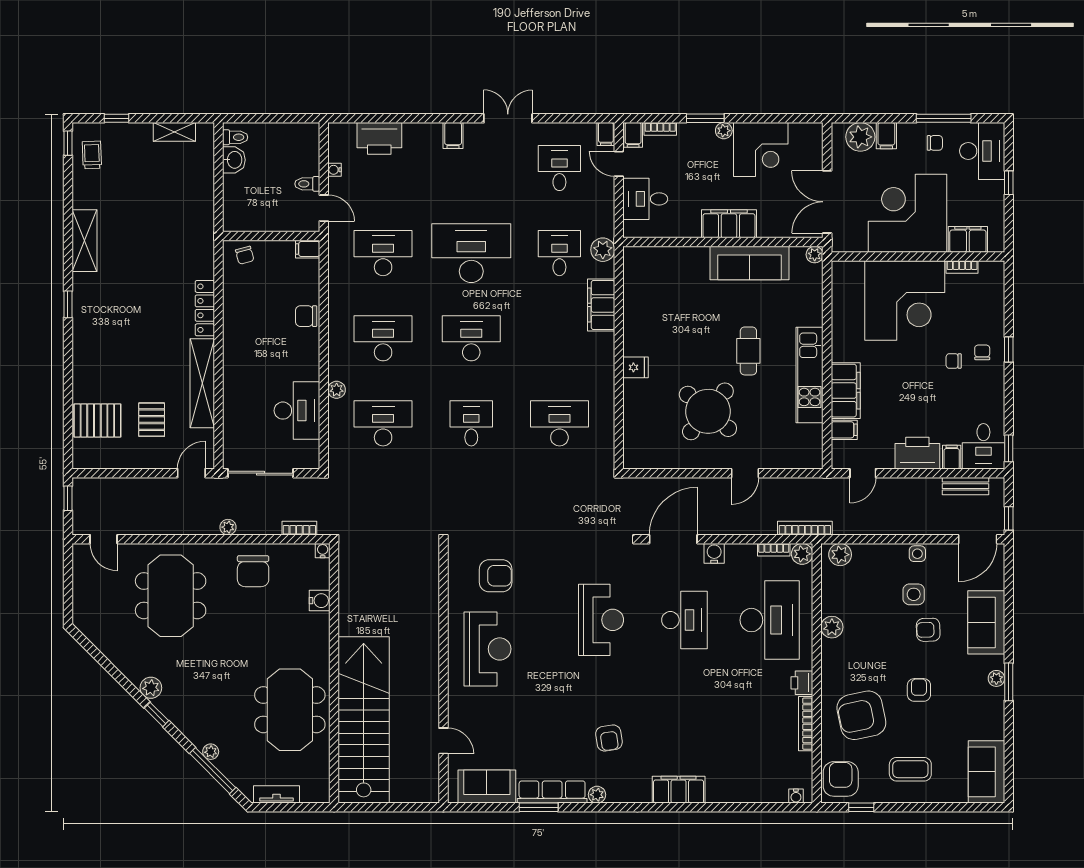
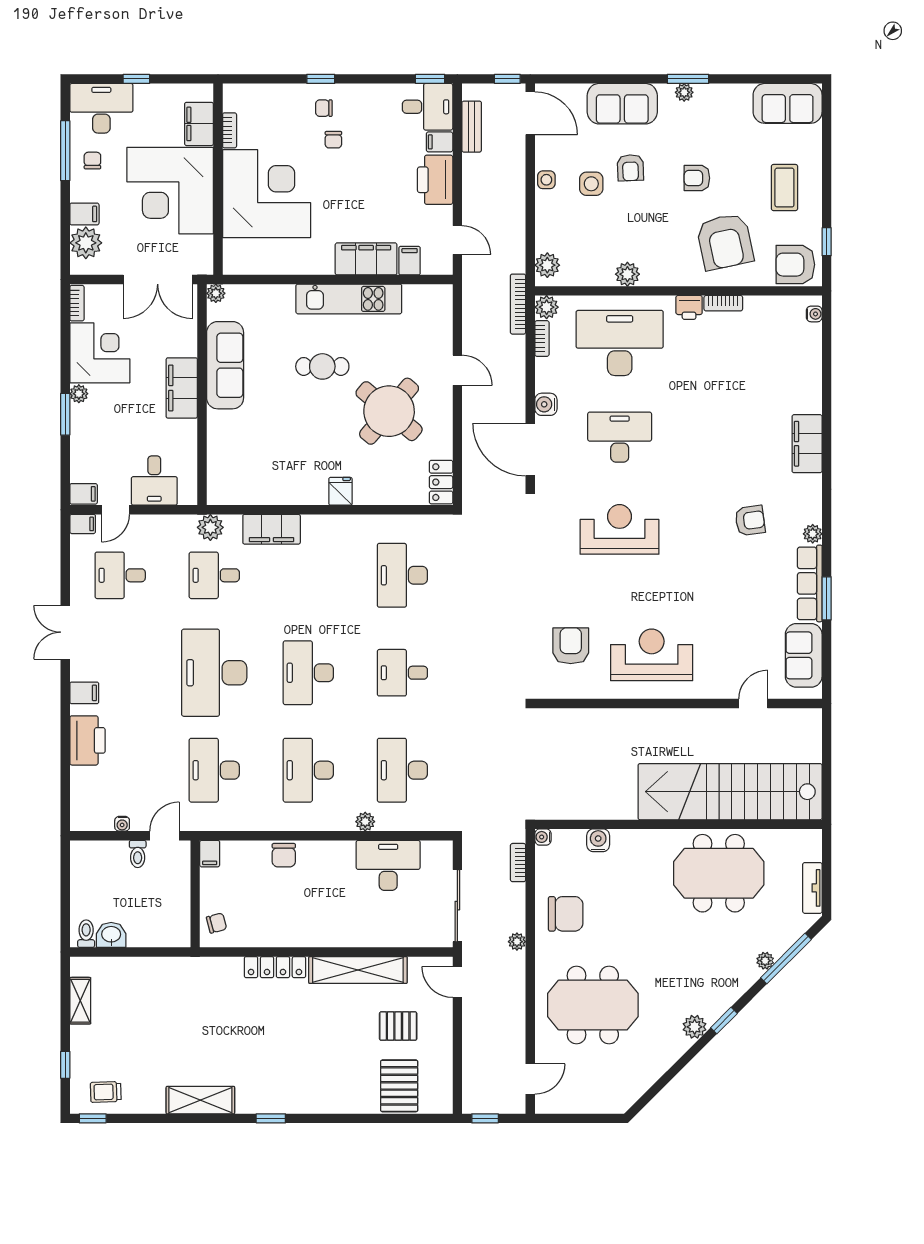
bookcase: (660, 129) -> (77, 303), moved
printer: (379, 138) -> (87, 740), moved
locker: (644, 458) -> (441, 482), added
bookcase: (806, 724) -> (723, 303), width x0.64

